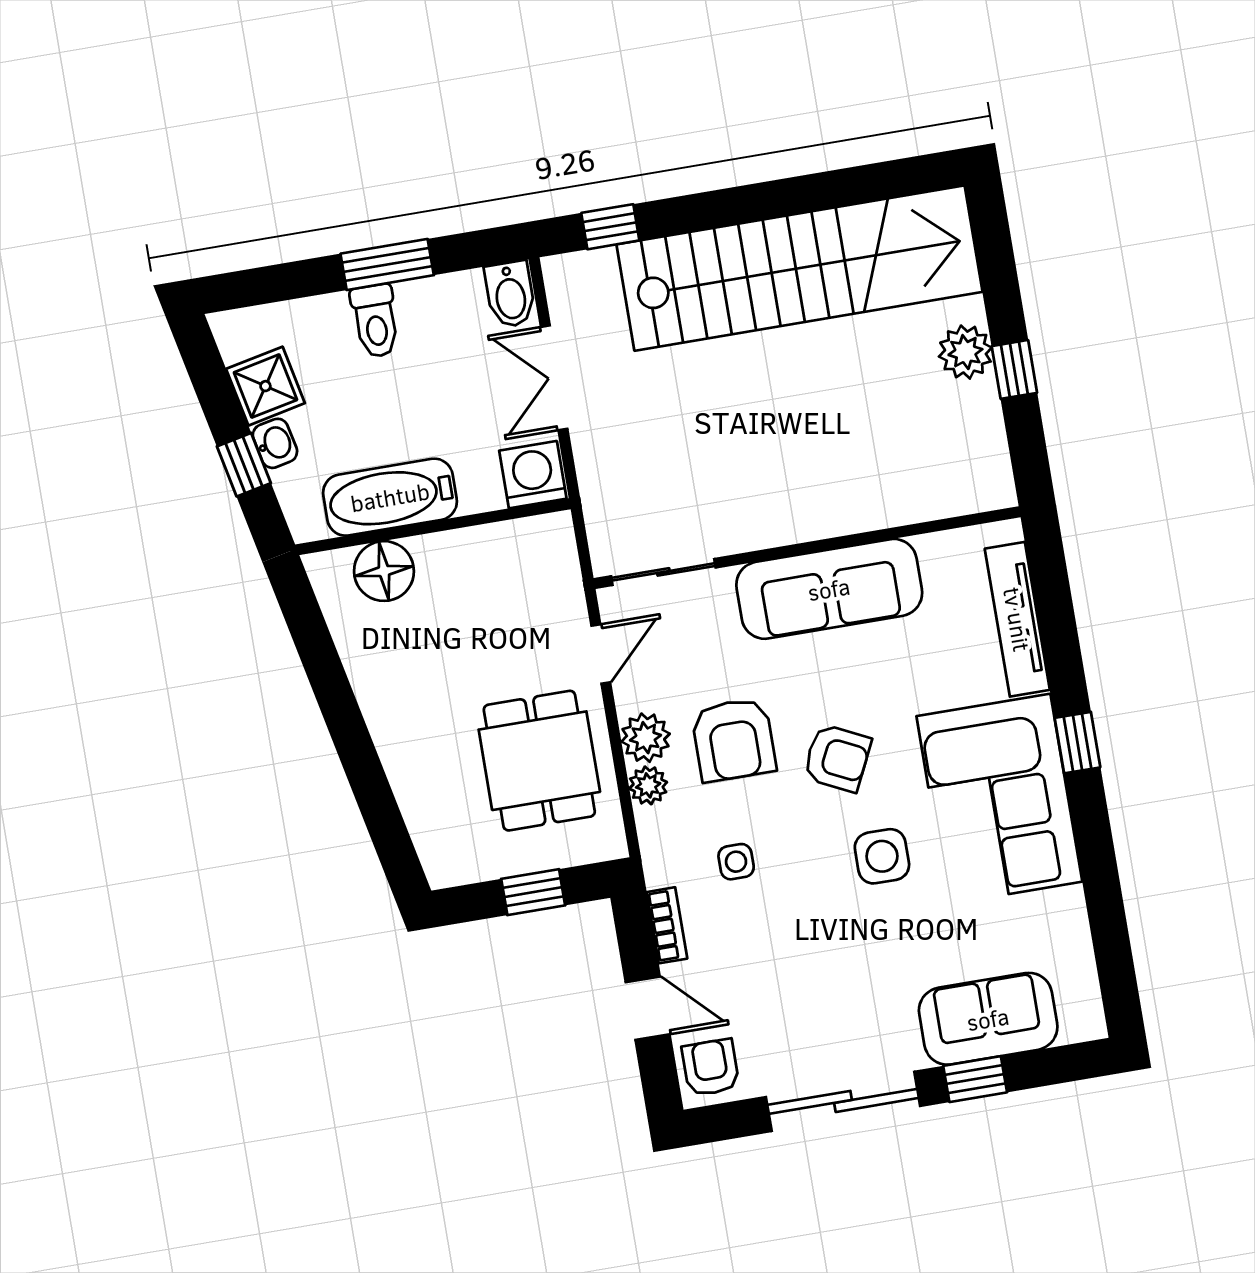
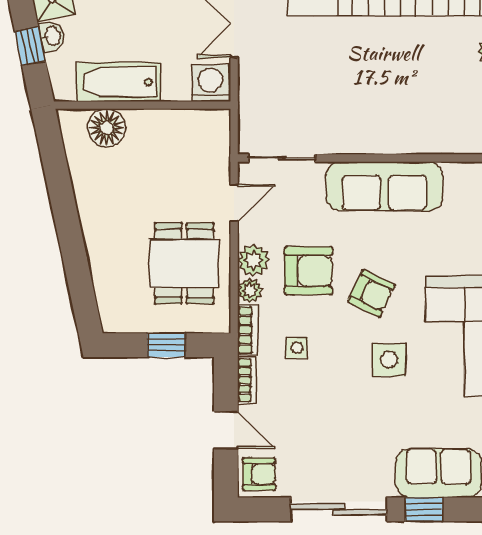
armchair: (734, 740) -> (308, 271), turned -90
bookcase: (655, 847) -> (248, 330), added
armchair: (711, 1067) -> (259, 474), turned 90

